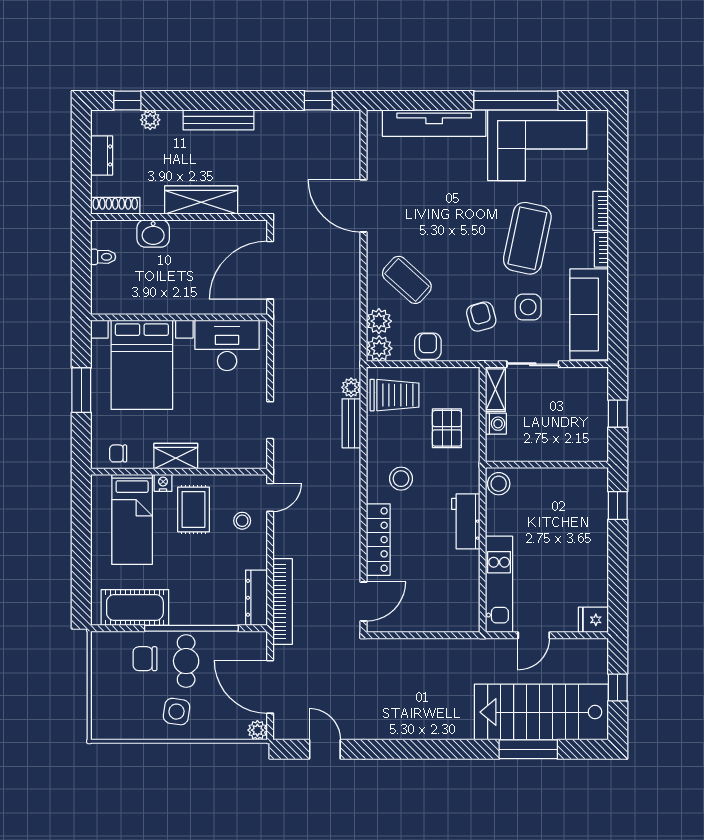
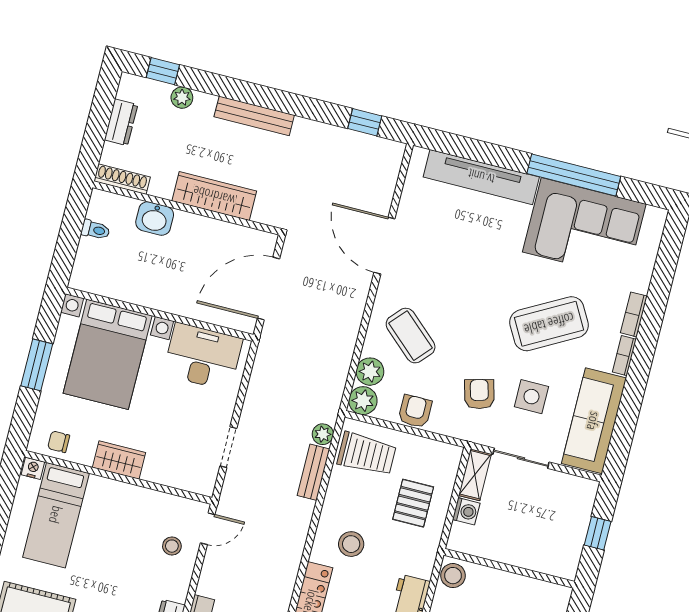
coffee table: (527, 238) -> (549, 324), turned 49
nightstand: (163, 483) -> (33, 468), moved
rug: (193, 509) -> (123, 521), removed

